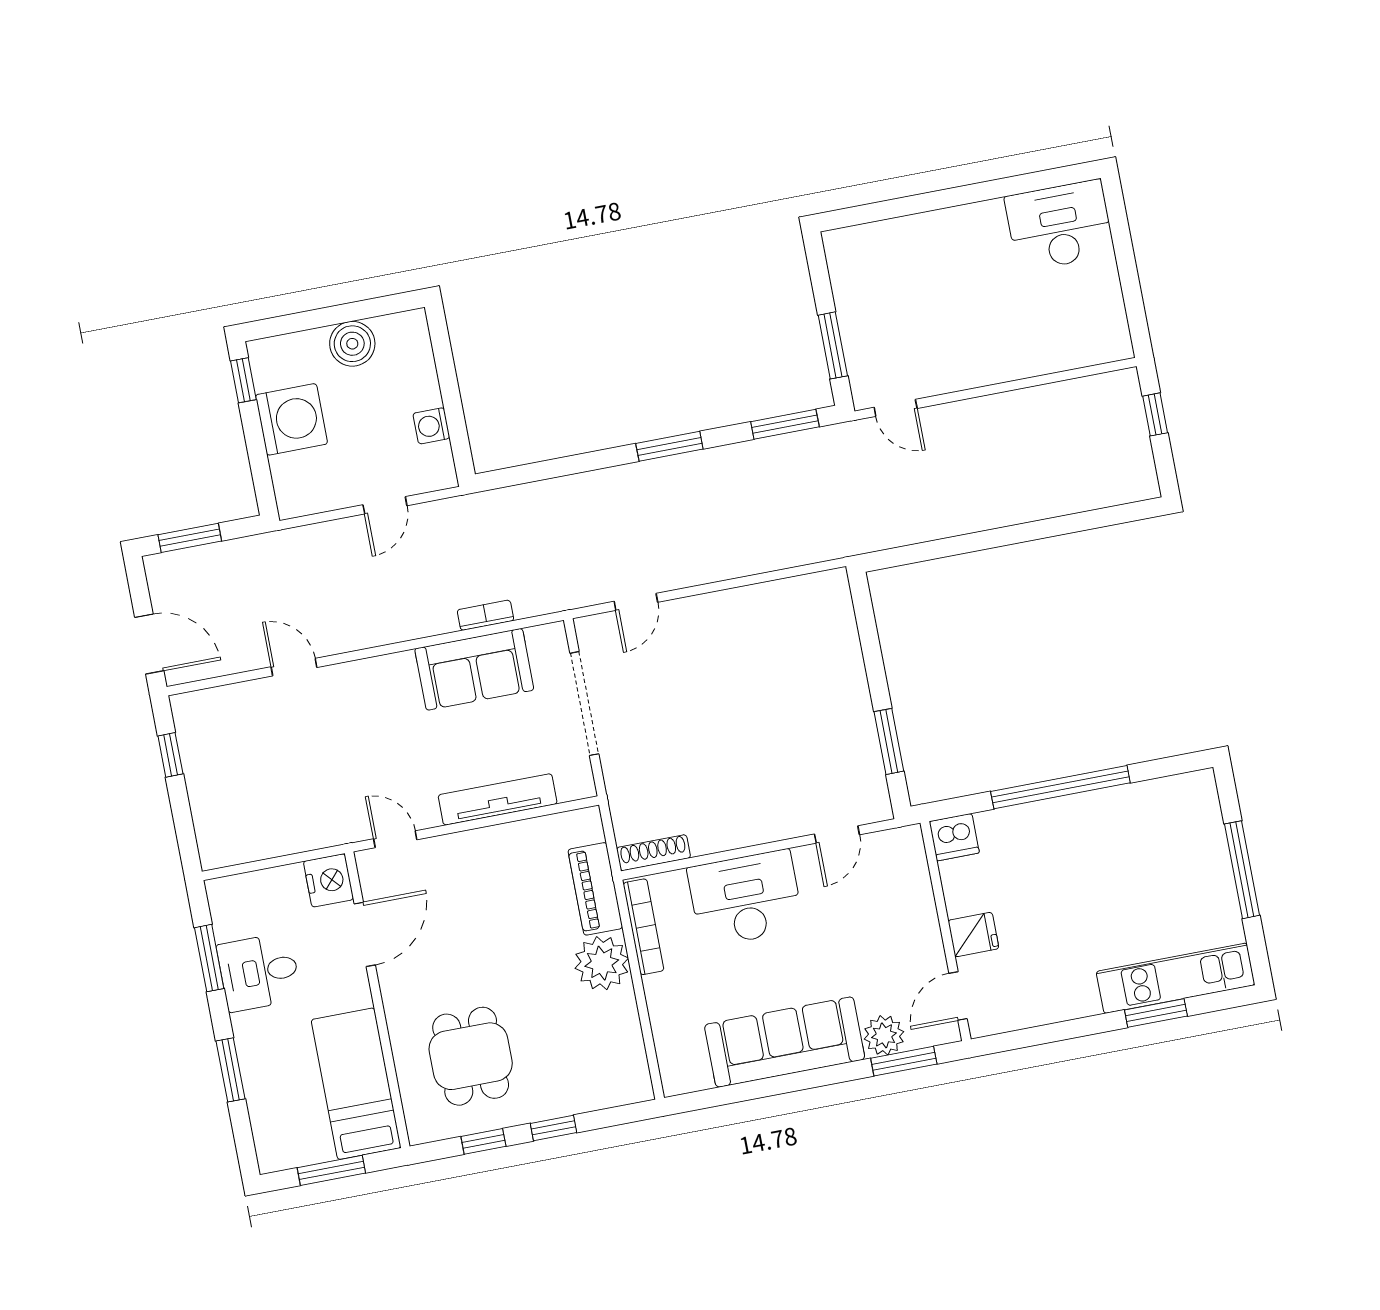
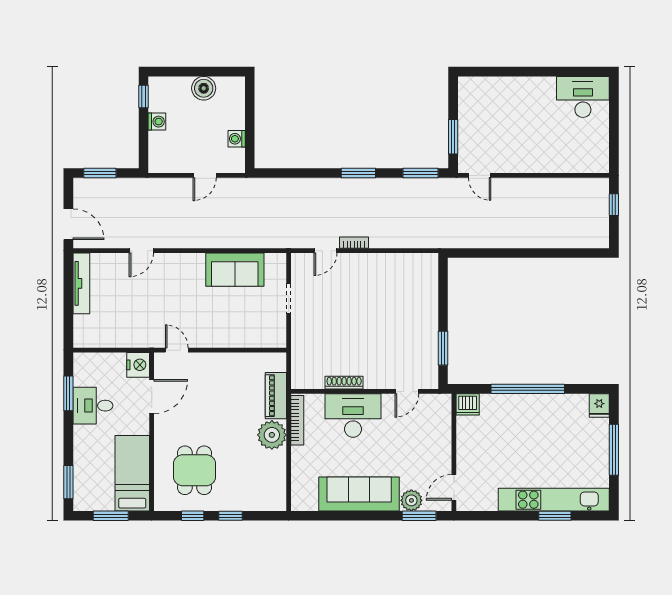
washing machine: (292, 419) -> (157, 122), width x0.53, depth x0.53
bookcase: (485, 615) -> (354, 243), moved
door: (294, 667) -> (141, 251), swing flipped
doorway: (584, 704) -> (289, 298), width x0.53
window: (170, 755) -> (68, 284), removed
tv unit: (498, 799) -> (81, 283), moved, turned 90
shoe rack: (653, 853) -> (344, 383), moved
fridge: (973, 935) -> (599, 405), moved, turned 90
kitchen unit: (1176, 978) -> (554, 500), width x1.36
window: (231, 1070) -> (68, 482), moved

